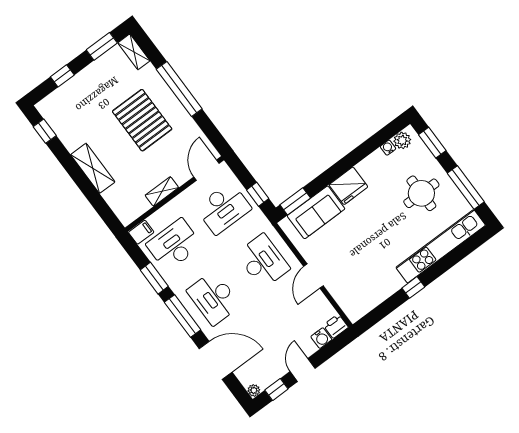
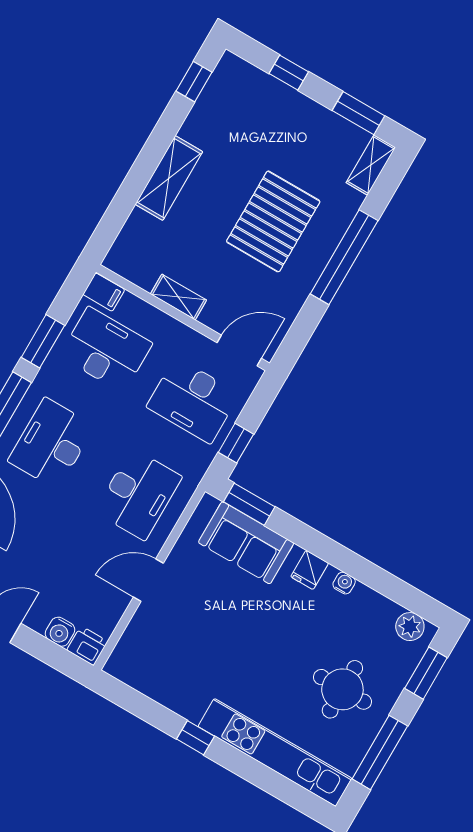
water cooler: (388, 148) -> (344, 583), moved
fridge: (348, 186) -> (310, 570), width x0.53, depth x0.75

